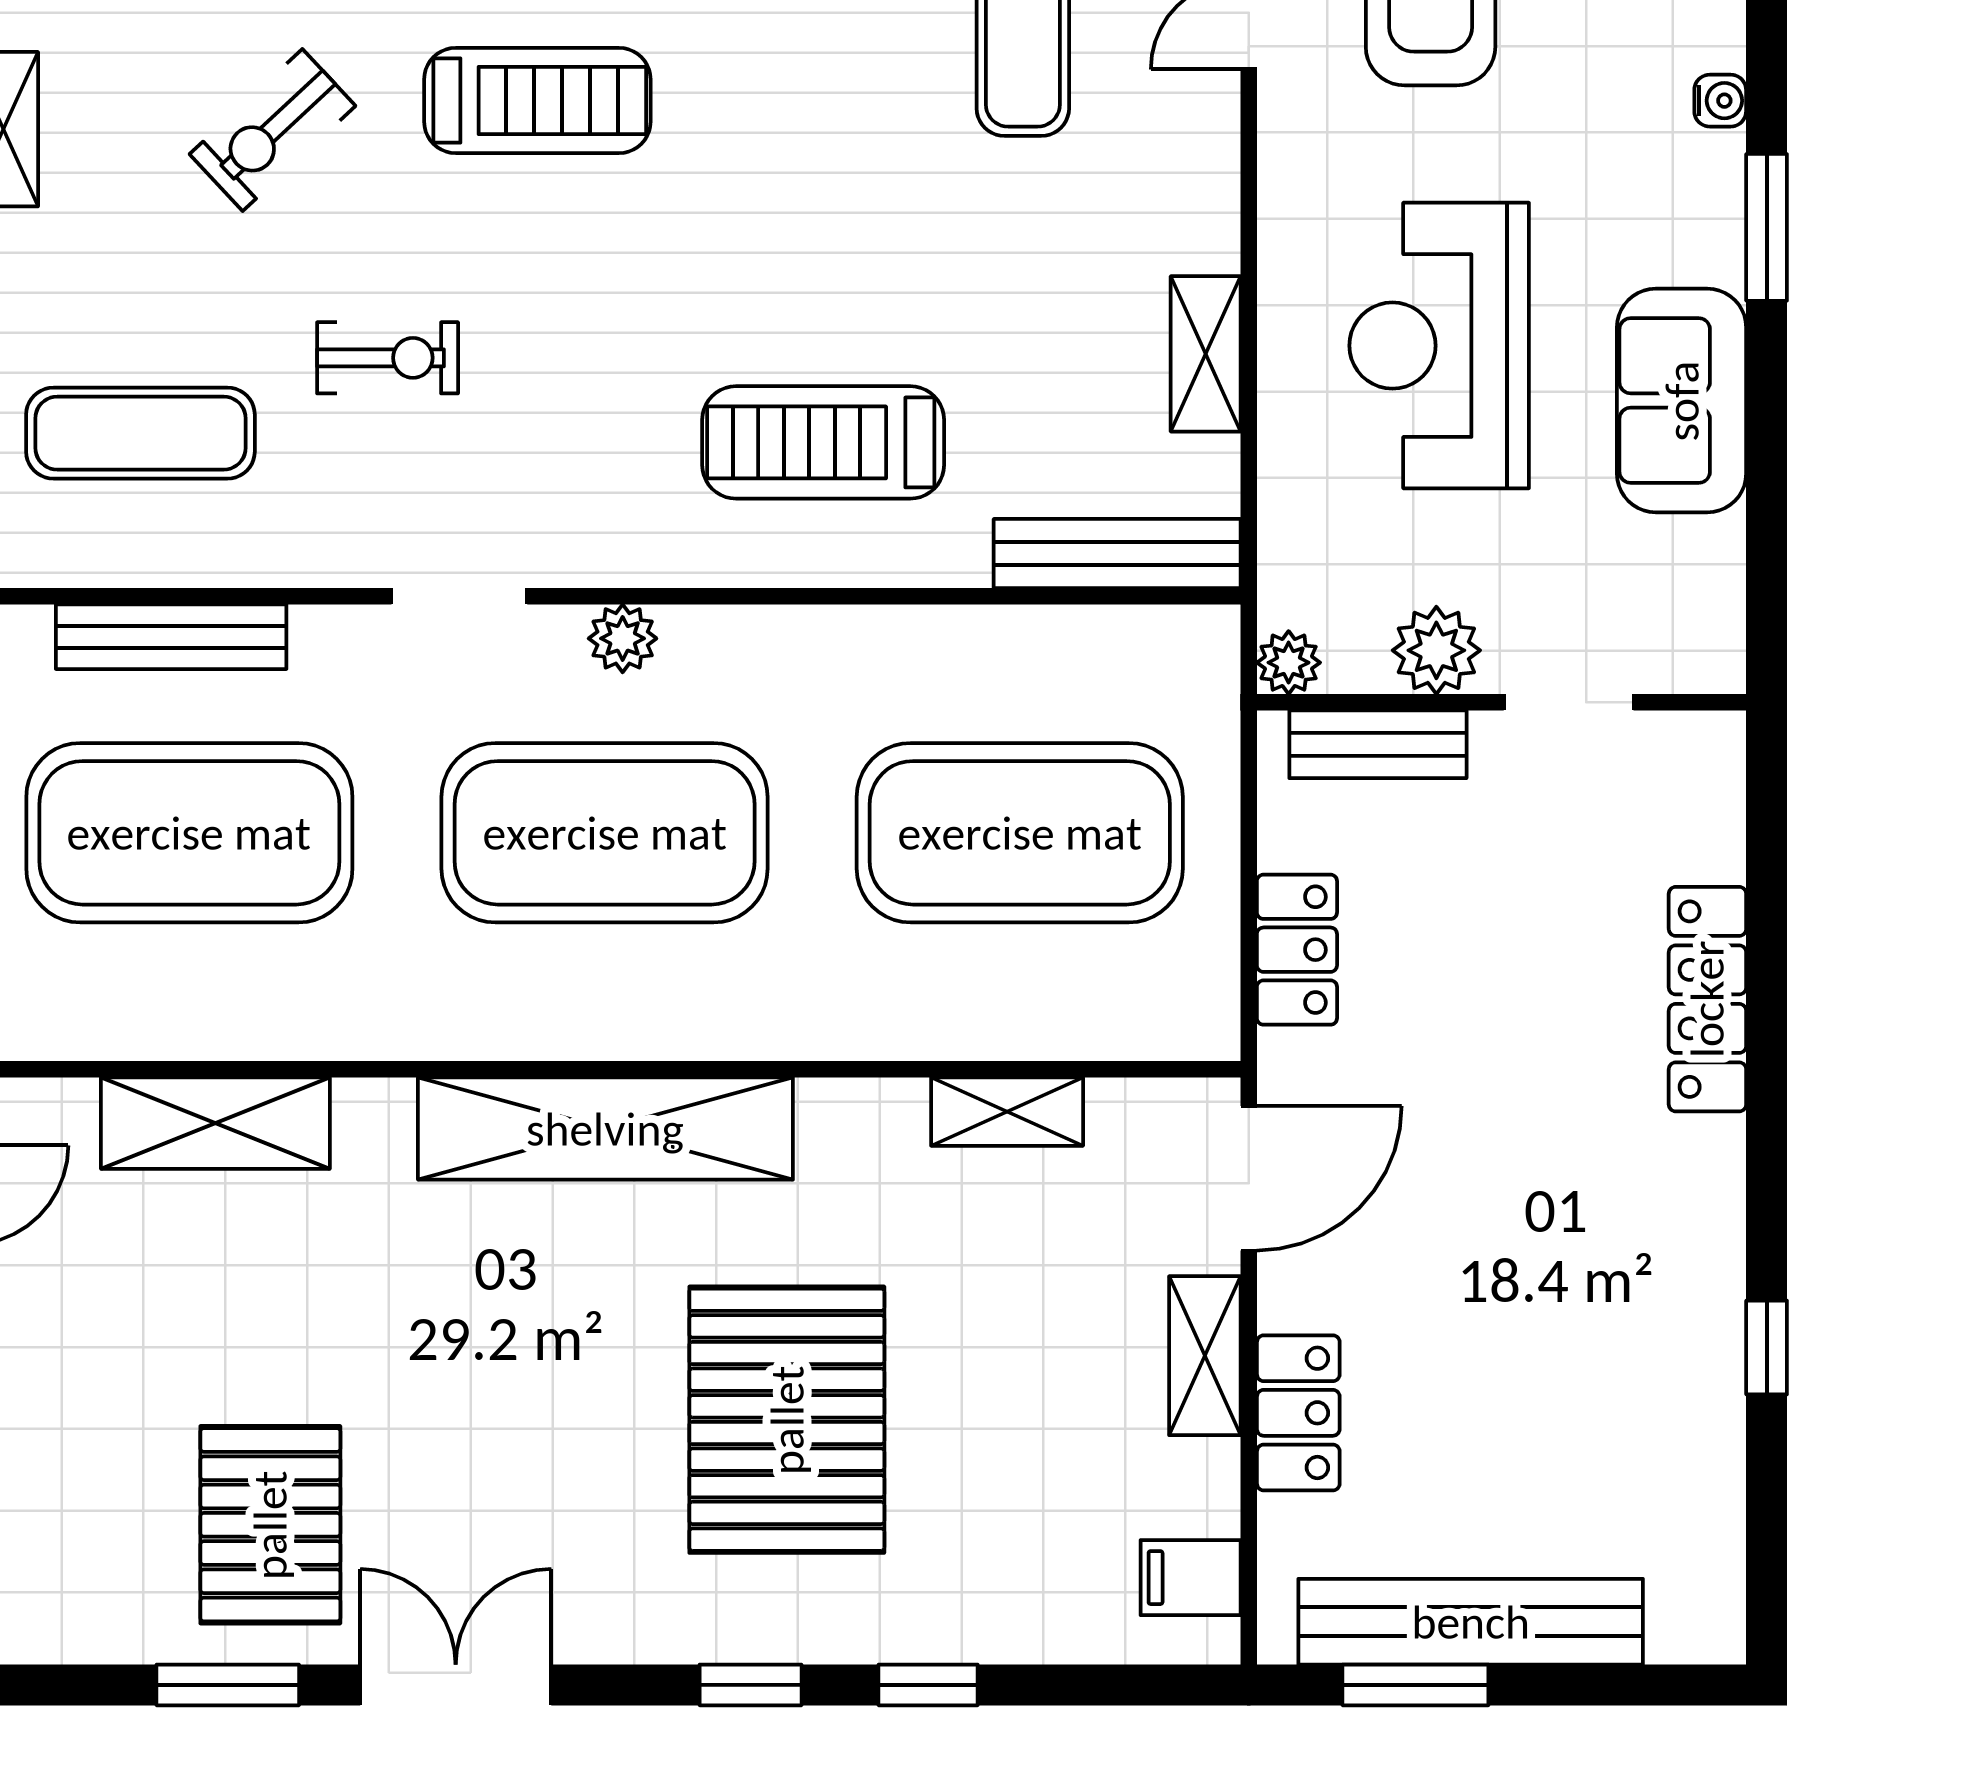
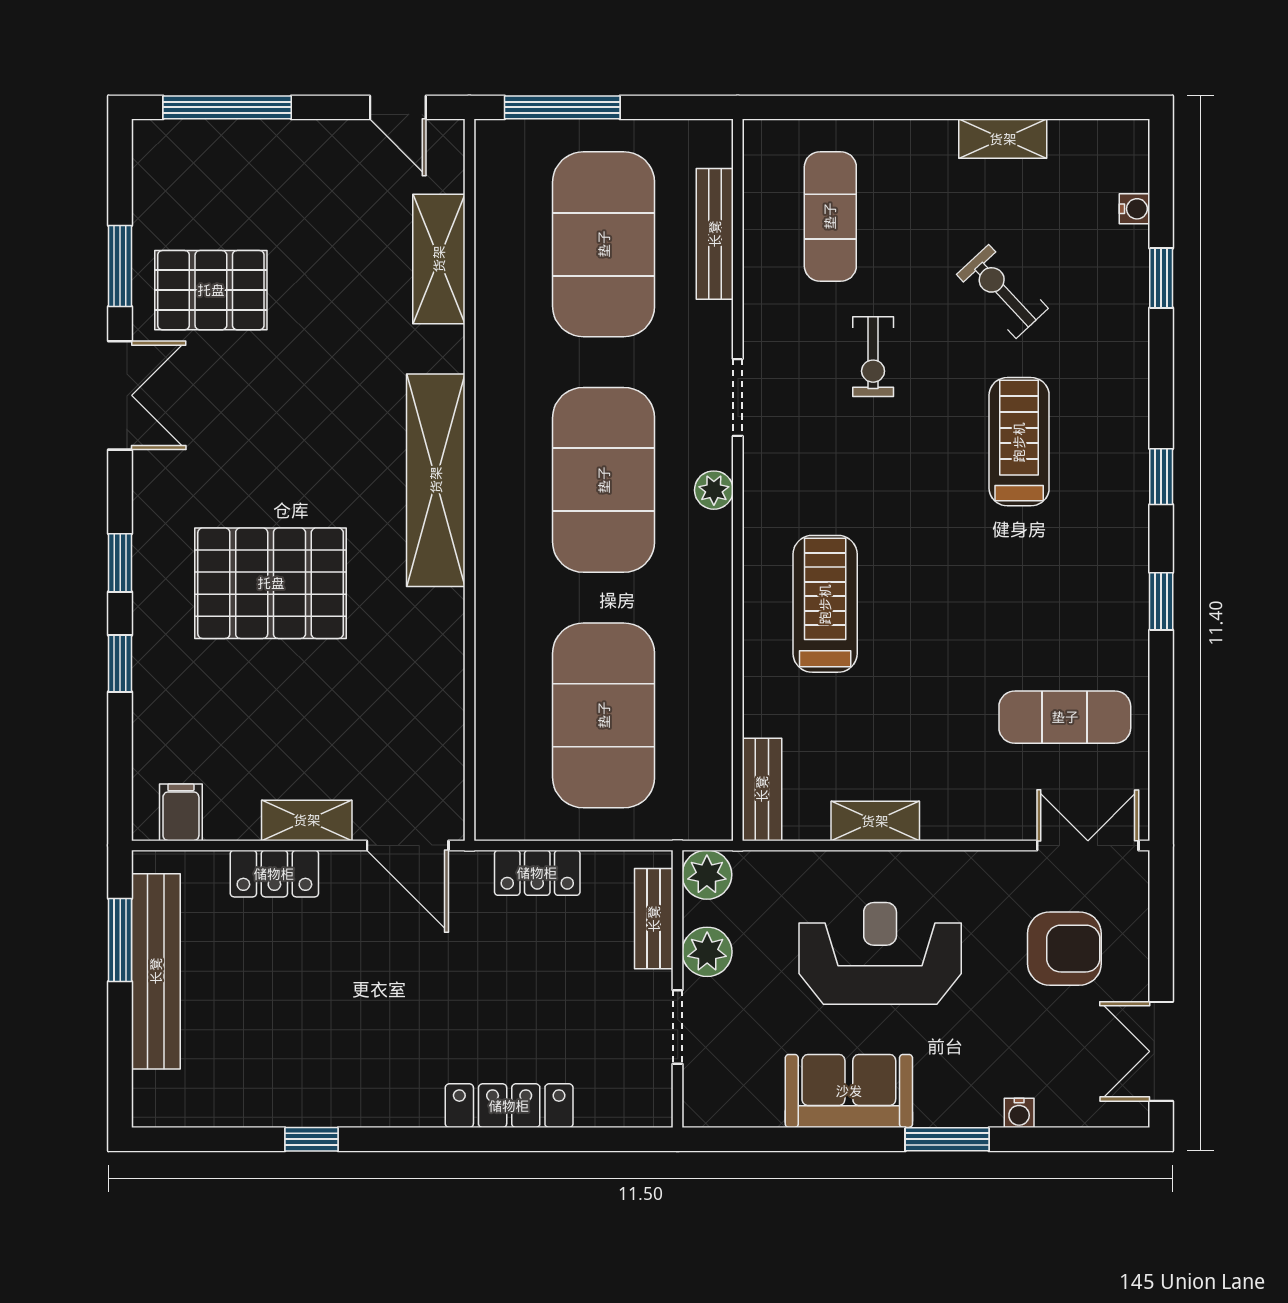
treadmill: (537, 101) -> (1019, 442), turned 180
bench: (1117, 554) -> (762, 789), width x0.73
plant: (1289, 663) -> (707, 875), width x1.38, depth x1.38
shelving: (1007, 1112) -> (445, 708), removed

